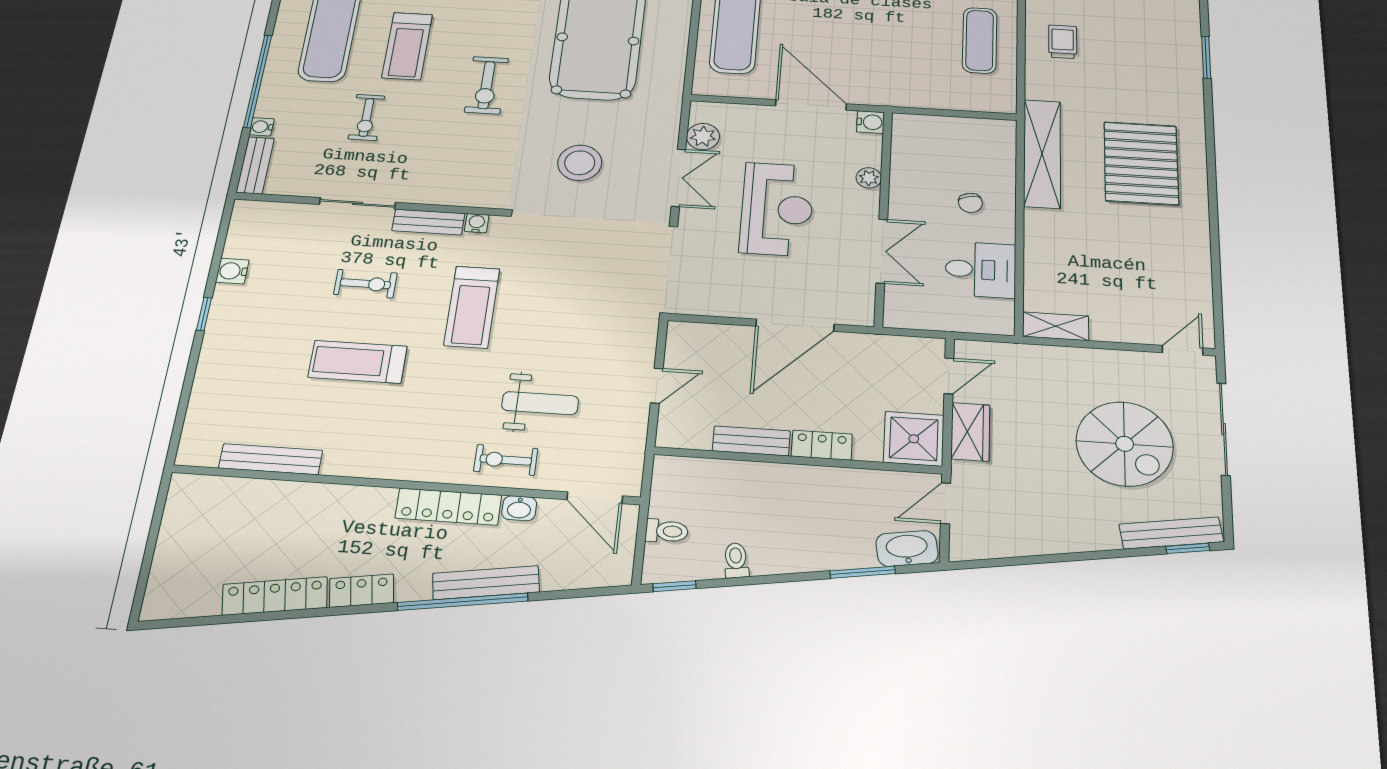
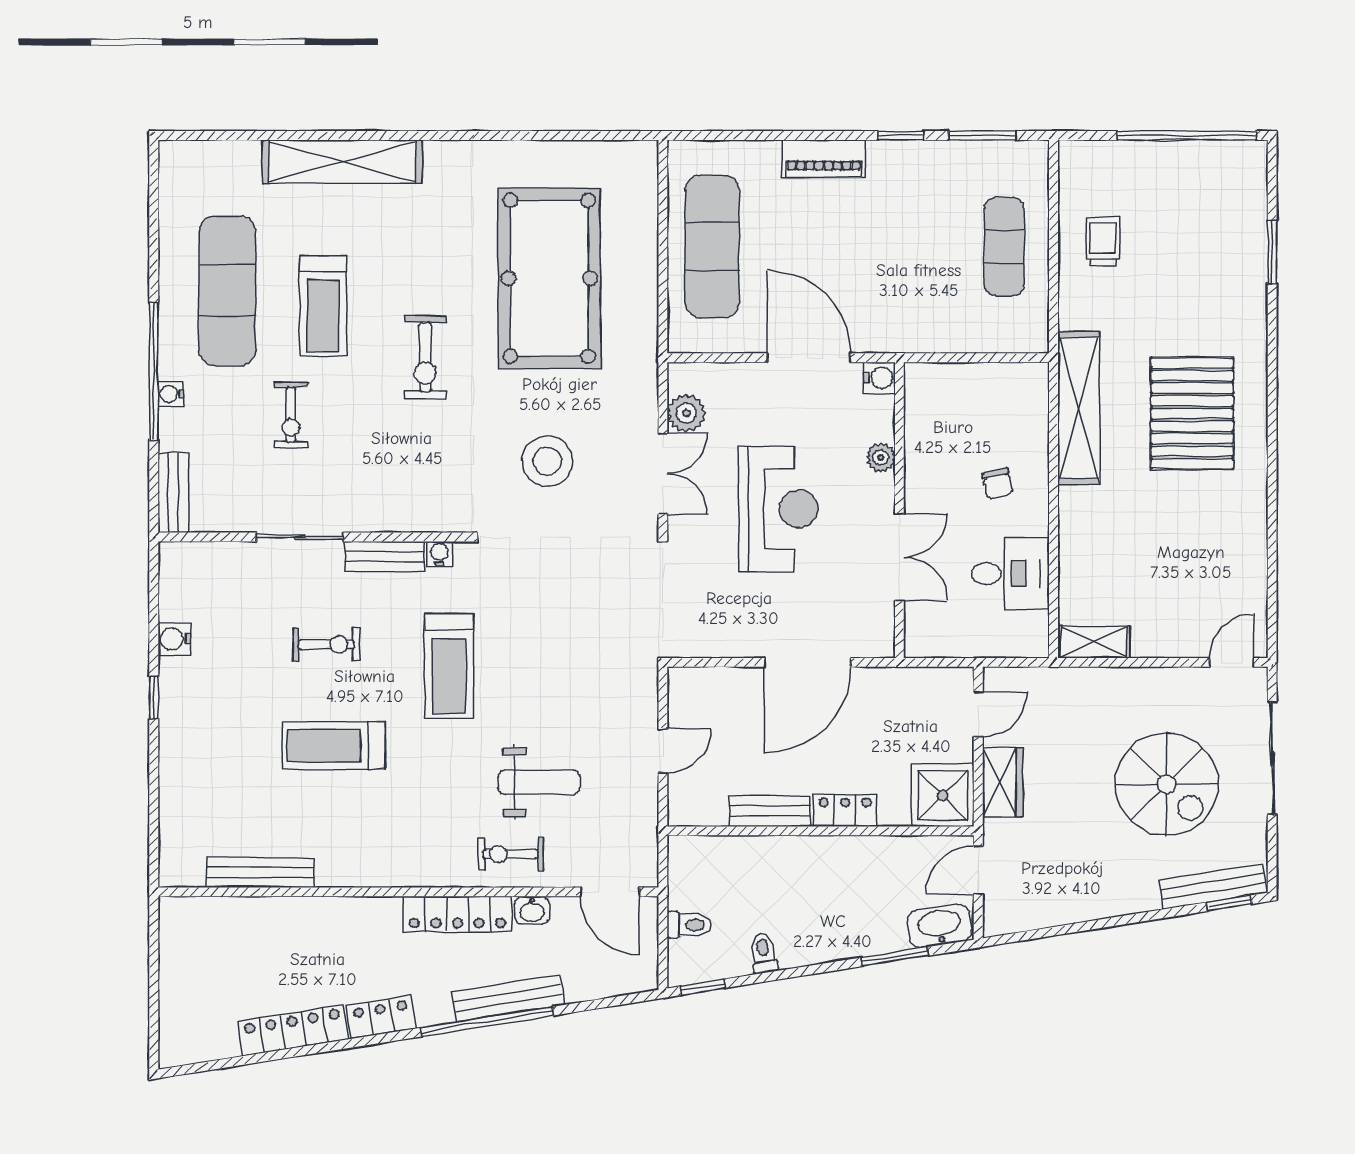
water cooler: (262, 127) -> (171, 394), moved

